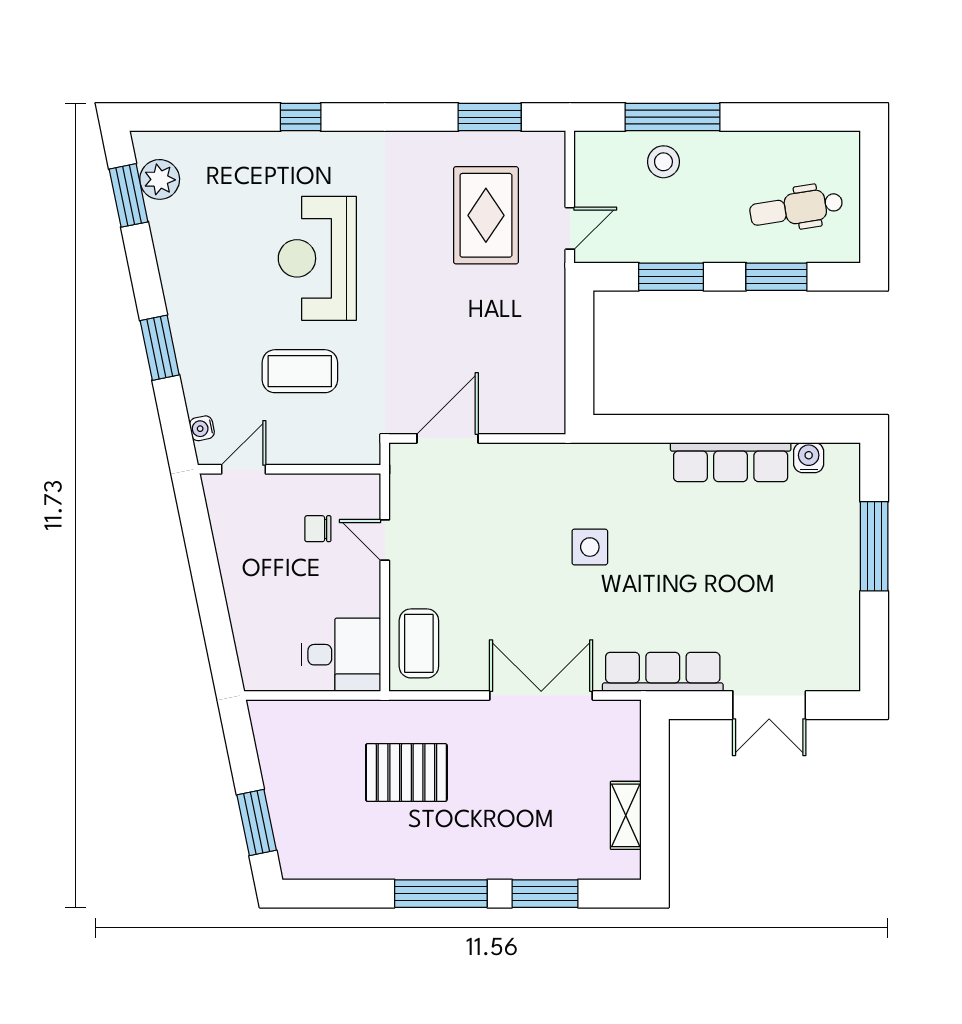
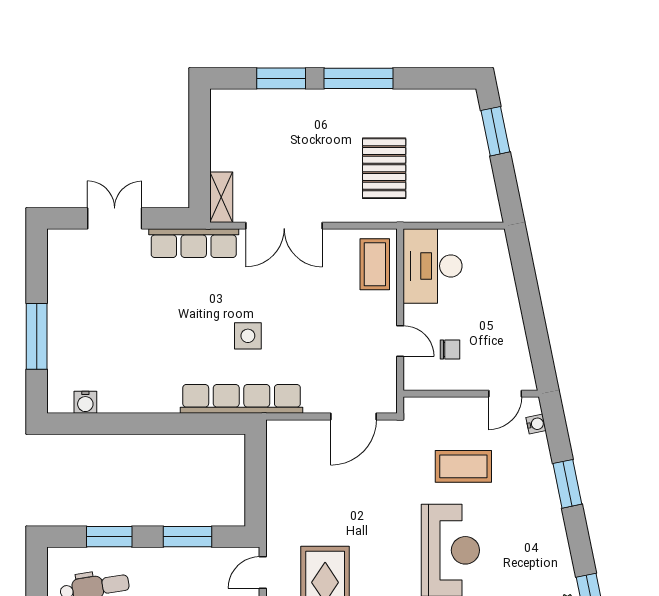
row of seats: (731, 462) -> (242, 399), moved, width x1.36
desk: (341, 655) -> (433, 266), width x1.37
pallet: (406, 773) -> (384, 168), turned 90
shelving: (626, 815) -> (221, 197), moved

